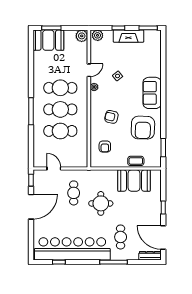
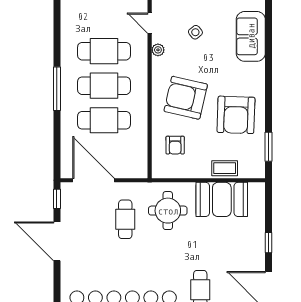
door: (89, 70) -> (150, 23), swing flipped
sofa: (152, 93) -> (251, 36), moved
armchair: (111, 117) -> (186, 98), width x1.88, depth x1.88
door: (54, 169) -> (94, 180), width x1.87
round table: (101, 203) -> (168, 211), moved
door: (31, 207) -> (57, 241), swing flipped

